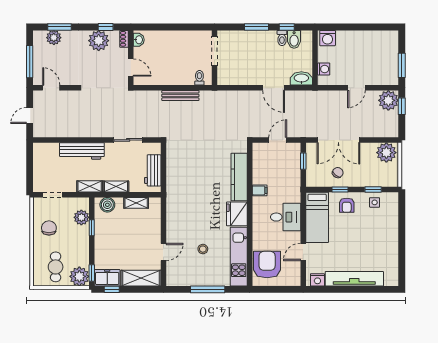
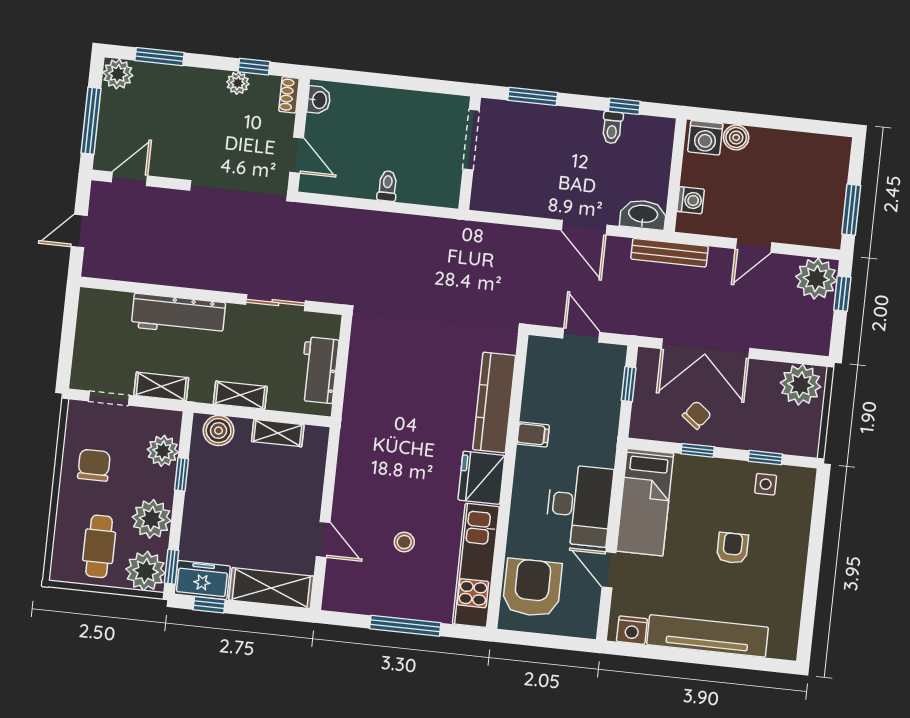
window: (256, 27) -> (533, 96), moved
boiler: (342, 36) -> (736, 138), added
plant: (54, 38) -> (118, 74), moved
bidet: (294, 39) -> (637, 133), removed
plant: (99, 41) -> (238, 83), width x0.53, depth x0.53
toilet: (199, 78) -> (387, 186), moved
door: (51, 88) -> (129, 179), hinge flipped
bench: (180, 95) -> (670, 253), moved
door: (278, 140) -> (581, 335), hinge flipped
shelving: (90, 186) -> (161, 387), moved
armchair: (347, 205) -> (733, 548), moved, turned 180
desk: (286, 217) -> (579, 505), width x1.37
plant: (80, 251) -> (152, 519), added
door: (163, 252) -> (323, 539), hinge flipped
door: (303, 252) -> (609, 570), hinge flipped

